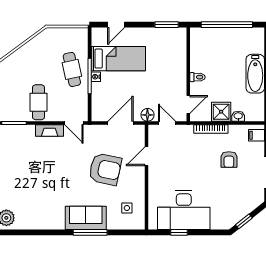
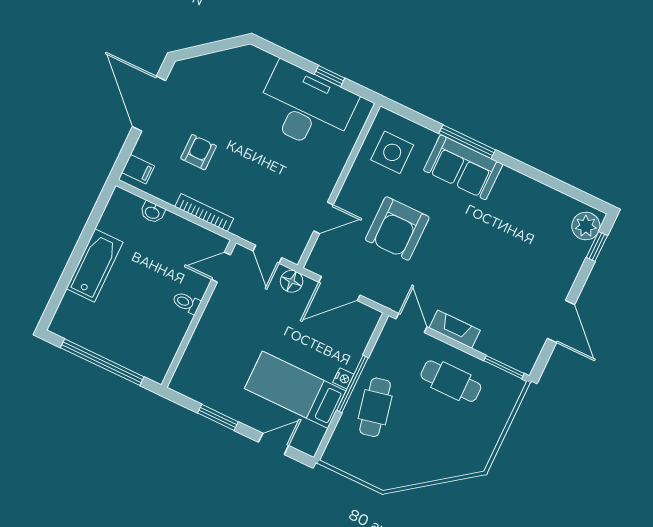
window: (167, 25) -> (218, 417), moved
cafe table: (38, 102) -> (451, 381), turned 90
shower: (221, 112) -> (175, 232), removed
armchair: (105, 169) -> (397, 228), turned -102
side table: (127, 208) -> (392, 152), width x1.87, depth x1.87
window: (244, 221) -> (221, 45), removed

